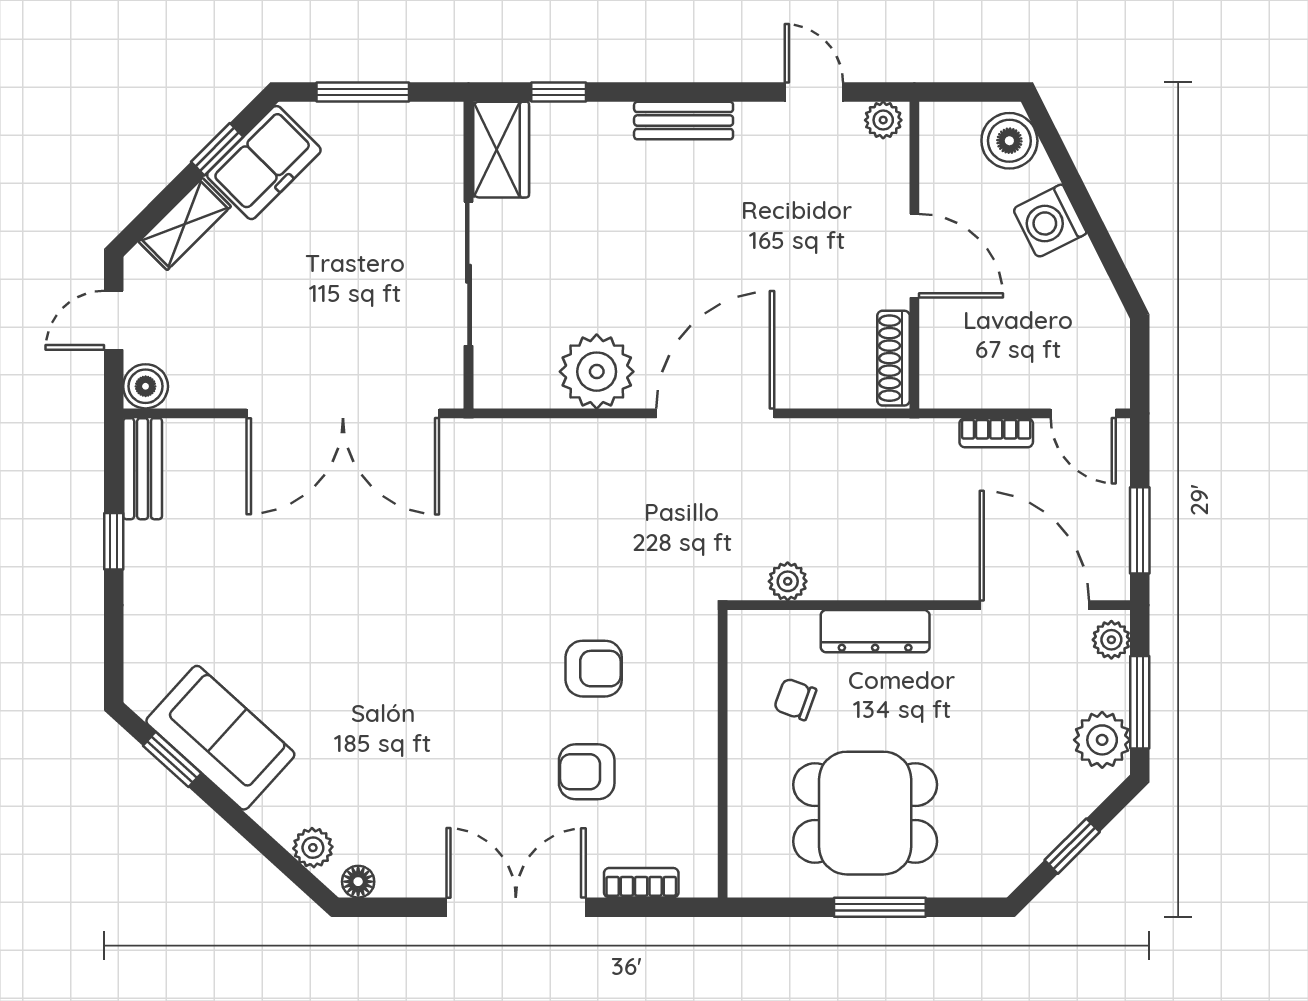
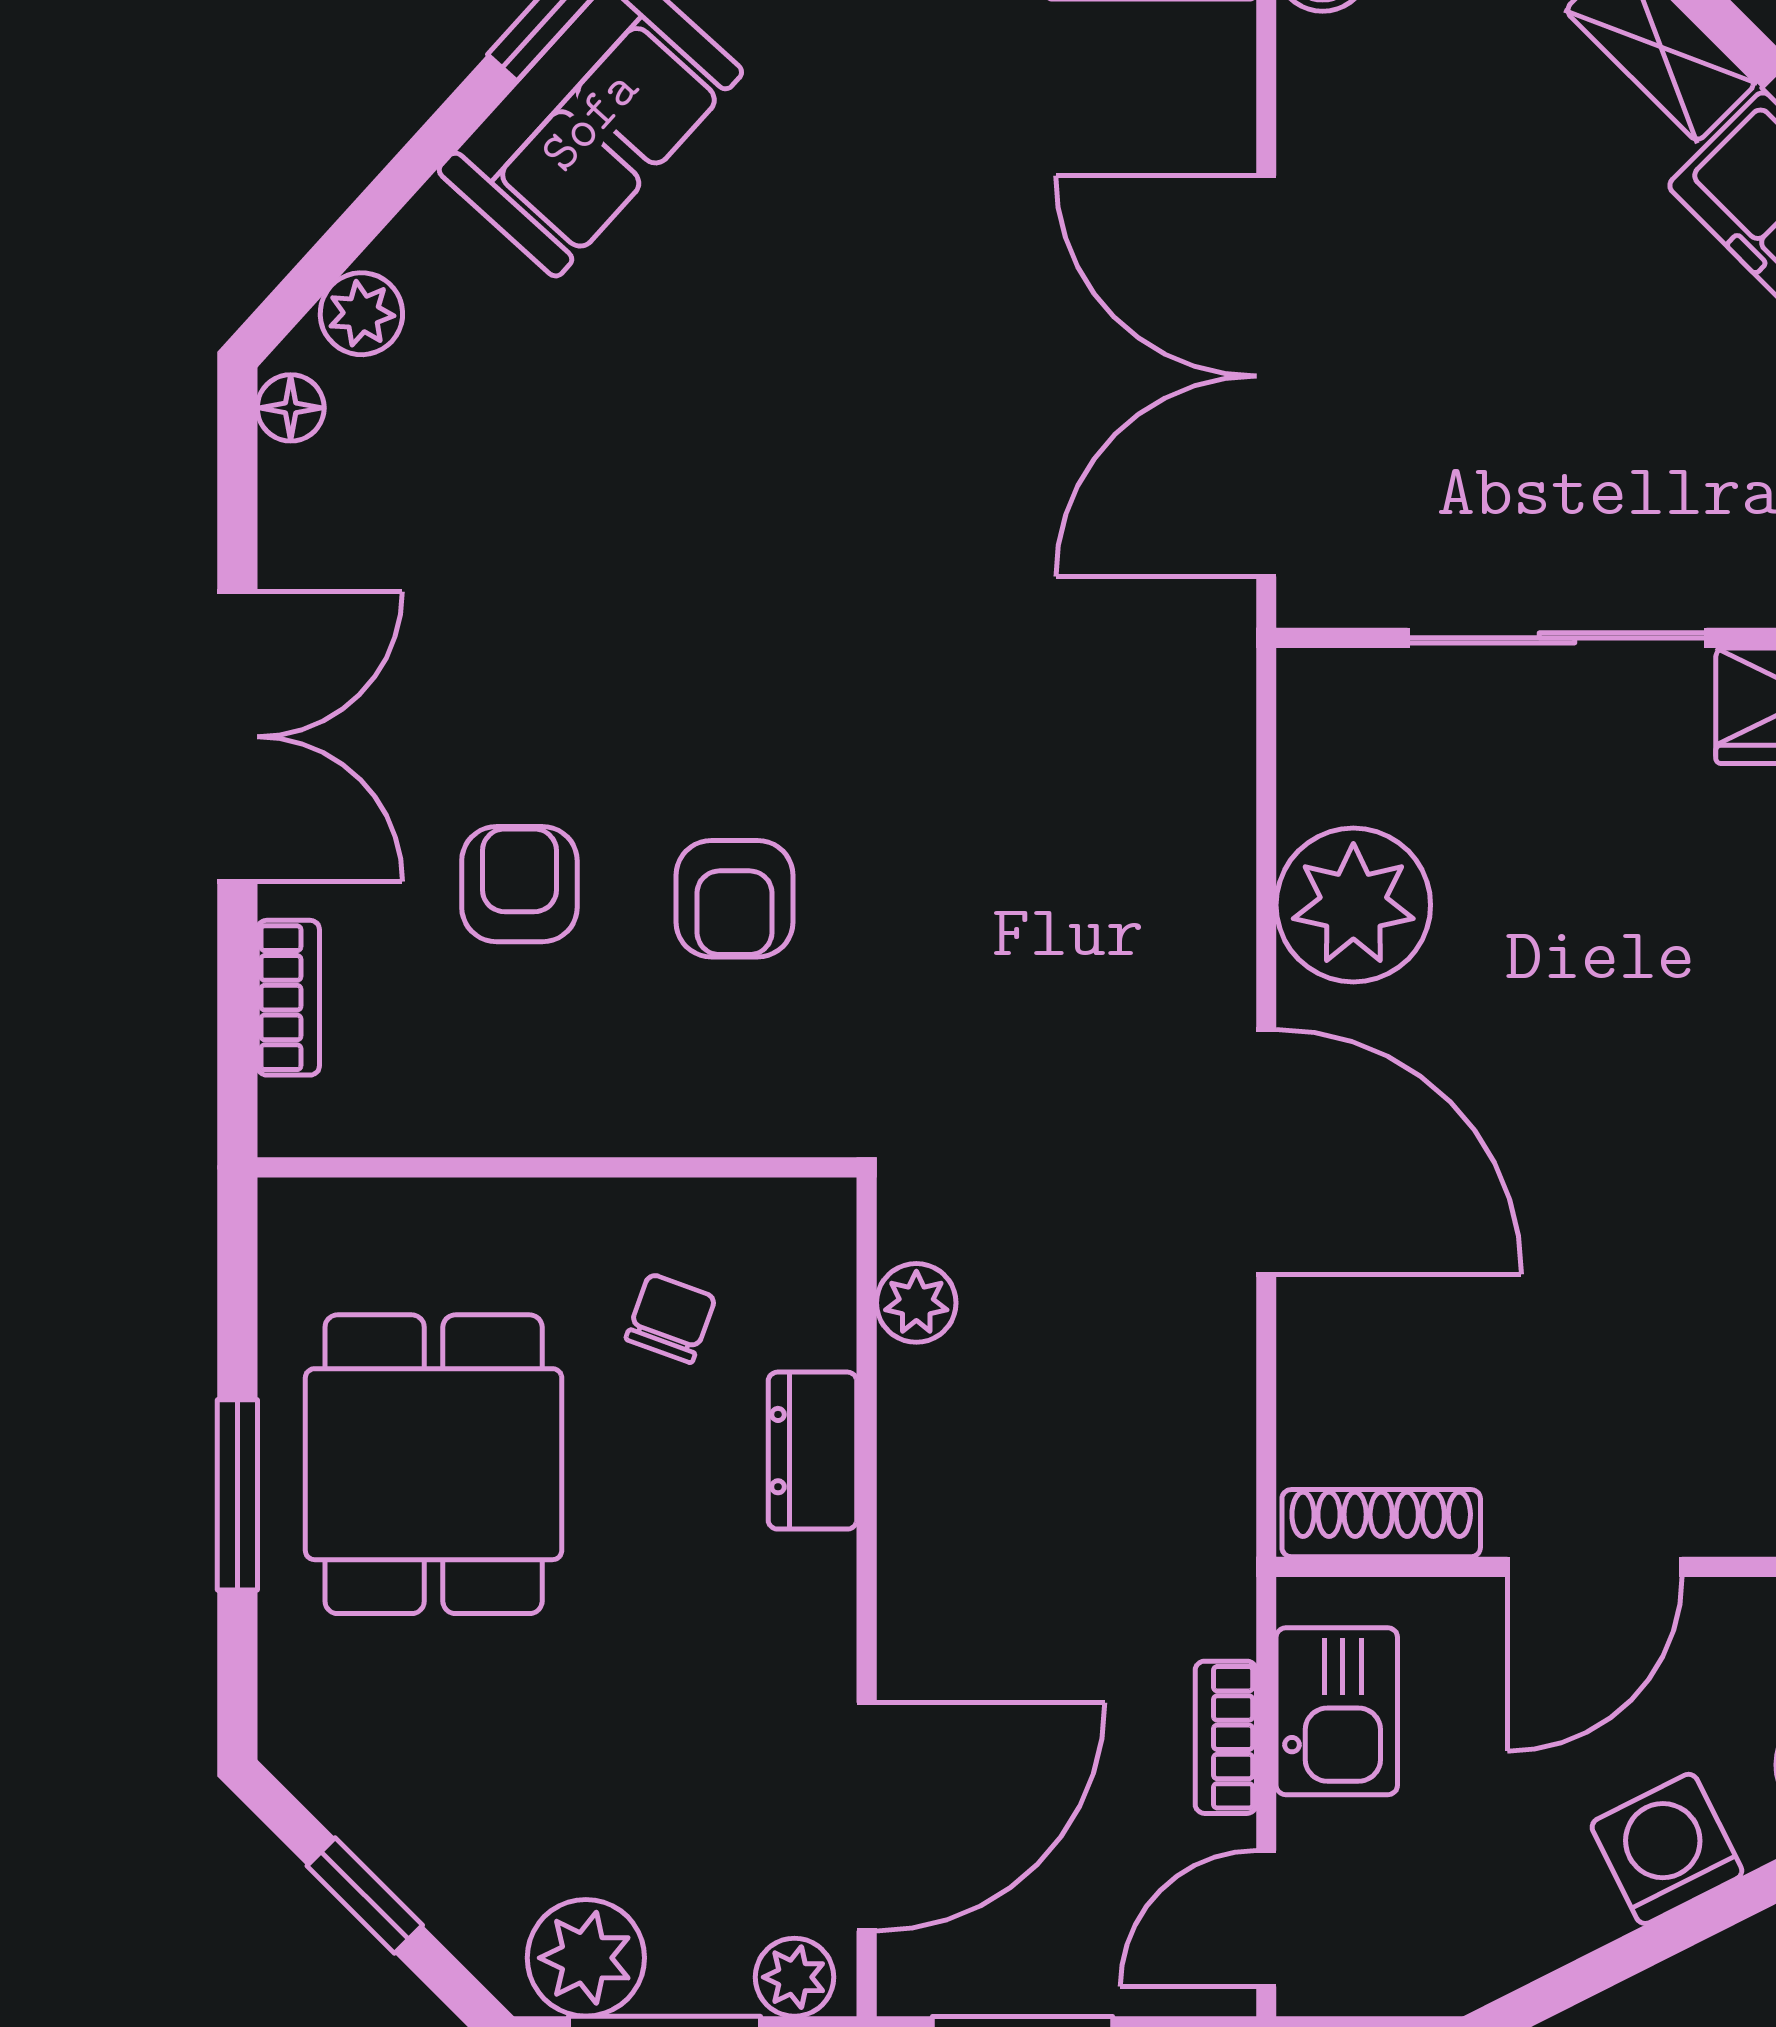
kitchen sink: (984, 379) -> (1337, 1711), added
dresser: (875, 631) -> (812, 1451), width x0.70

